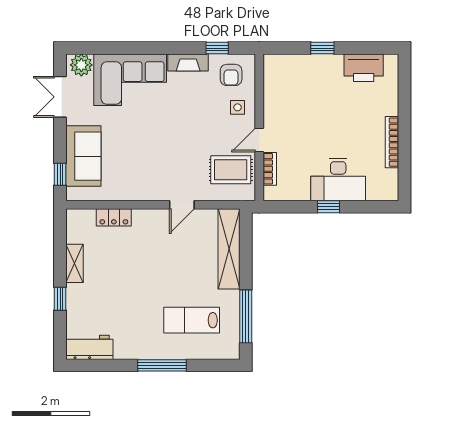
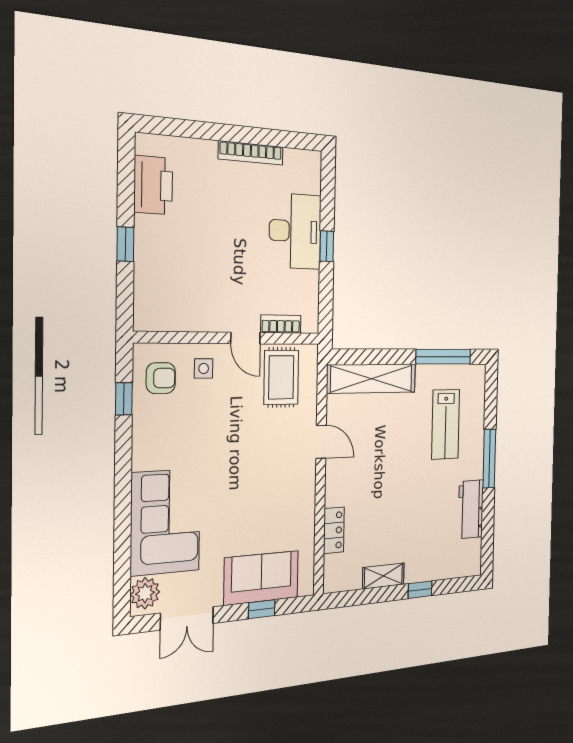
fireplace: (188, 62) -> (143, 440), removed
window: (60, 174) -> (262, 609), moved
workbench: (89, 347) -> (471, 509), moved

